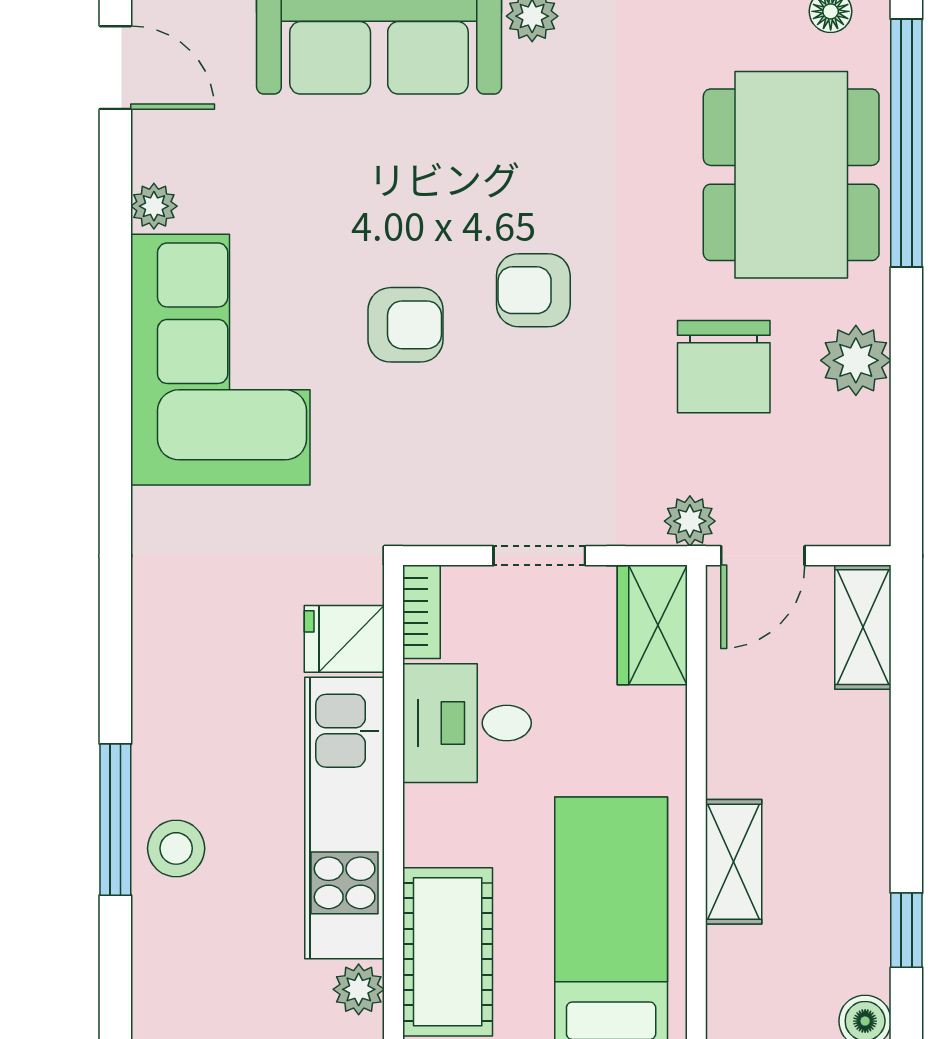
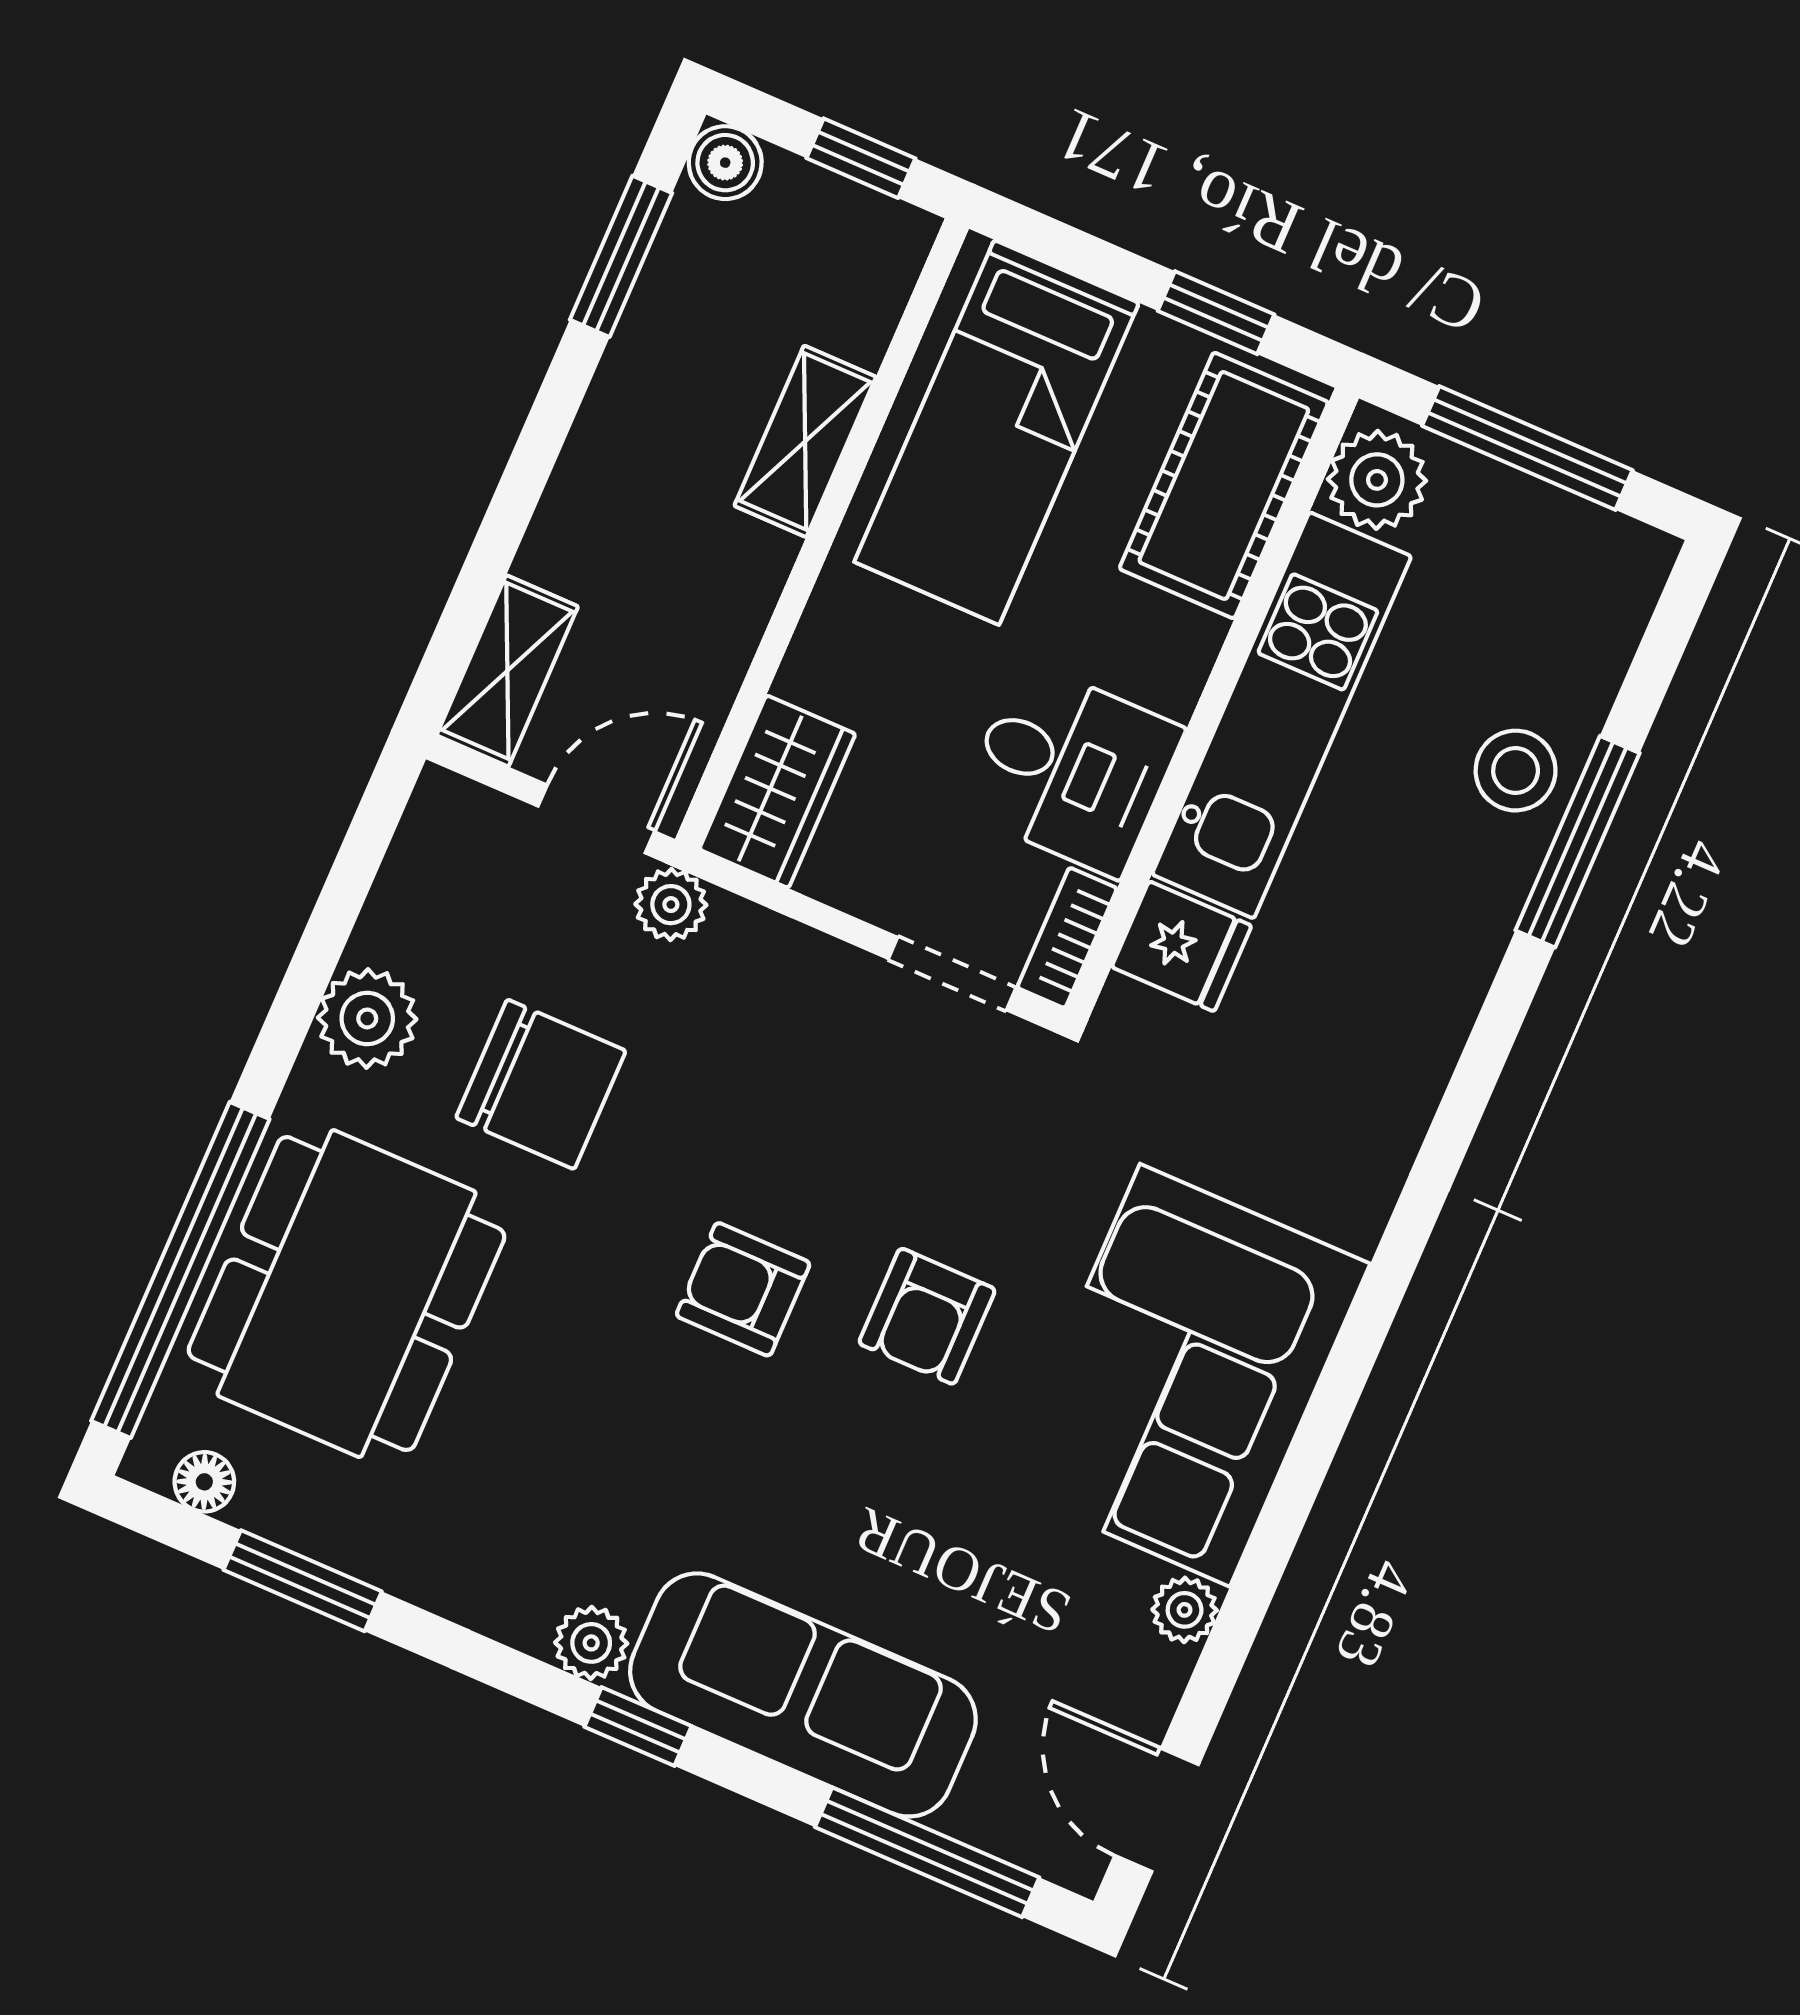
armchair: (533, 290) -> (743, 1289), turned 180
armchair: (406, 325) -> (927, 1316), turned -90
chair: (724, 367) -> (541, 1084), turned 90
doorway: (539, 556) -> (952, 974), moved
window: (906, 930) -> (621, 256), width x1.50
plant: (359, 989) -> (1377, 480), width x1.38, depth x1.38

